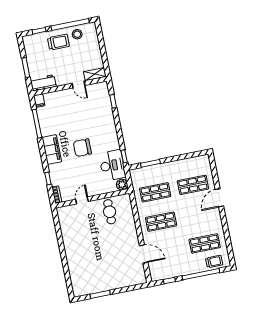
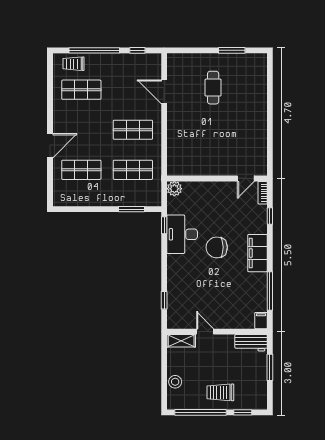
stool: (77, 34) -> (175, 382), moved
chair: (82, 148) -> (217, 247), turned 180
desk: (112, 165) -> (182, 234), moved
door: (82, 200) -> (246, 178), moved
cafe table: (110, 212) -> (213, 88), moved

